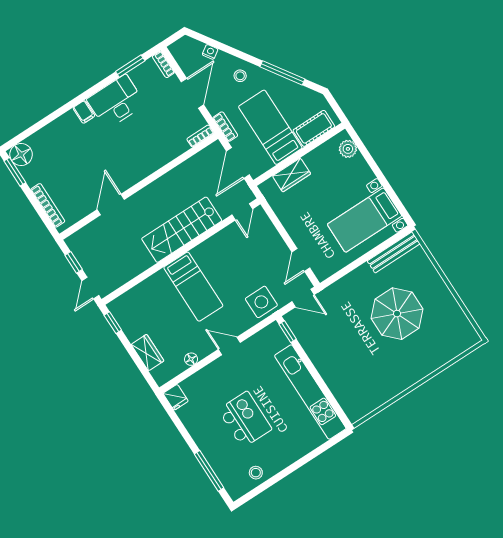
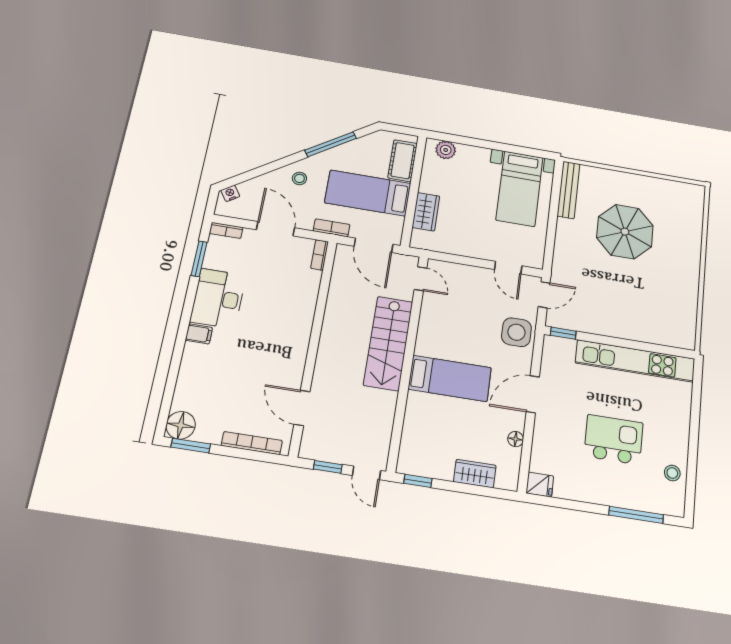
nightstand: (210, 52) -> (230, 193), moved
door: (111, 205) -> (302, 408), moved
door: (229, 346) -> (533, 394), width x1.38

